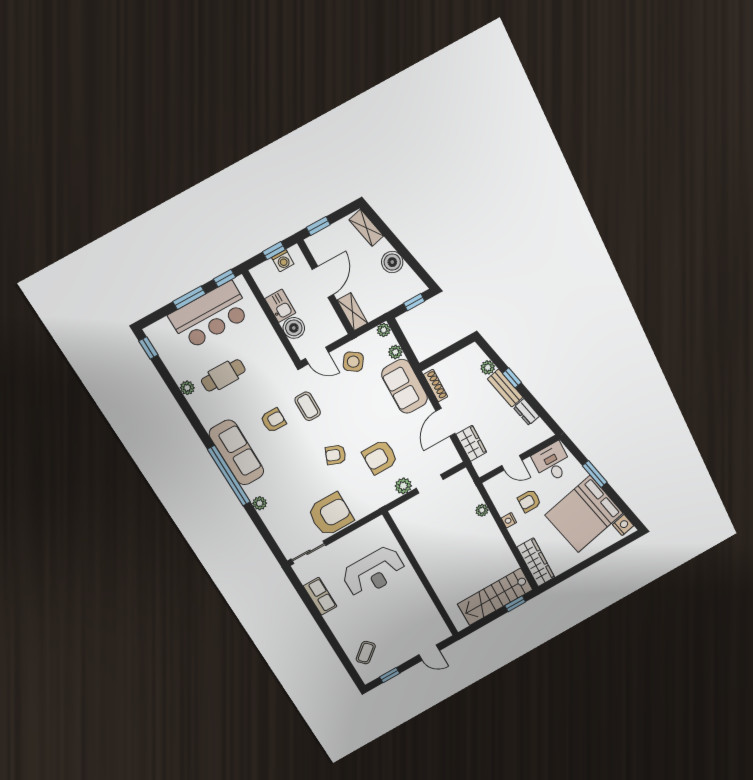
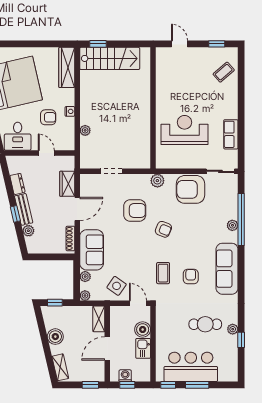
window: (148, 348) -> (241, 340), moved
armchair: (273, 420) -> (191, 277), turned 90
window: (229, 476) -> (241, 219), moved
plant: (403, 486) -> (157, 181), moved

